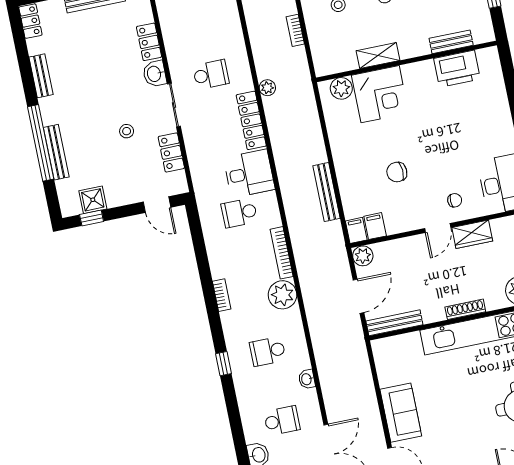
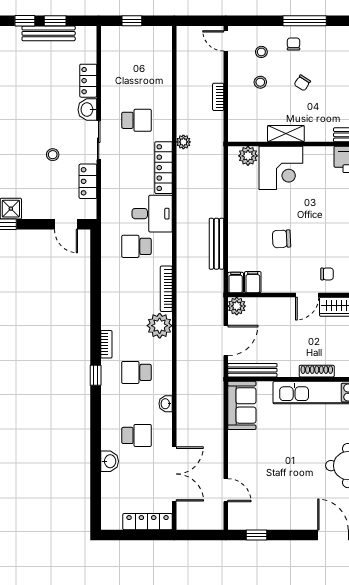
bookcase: (222, 295) -> (106, 344), moved
sofa: (401, 413) -> (242, 405), moved

